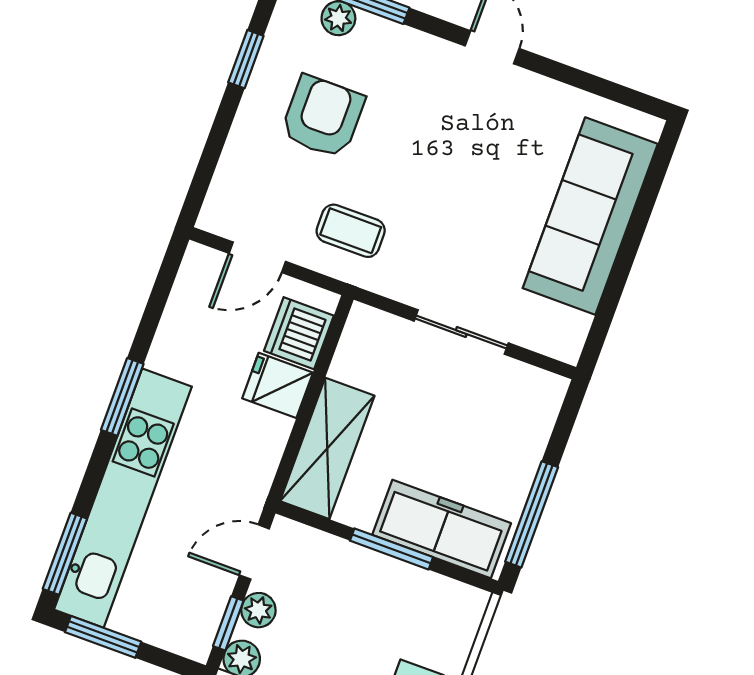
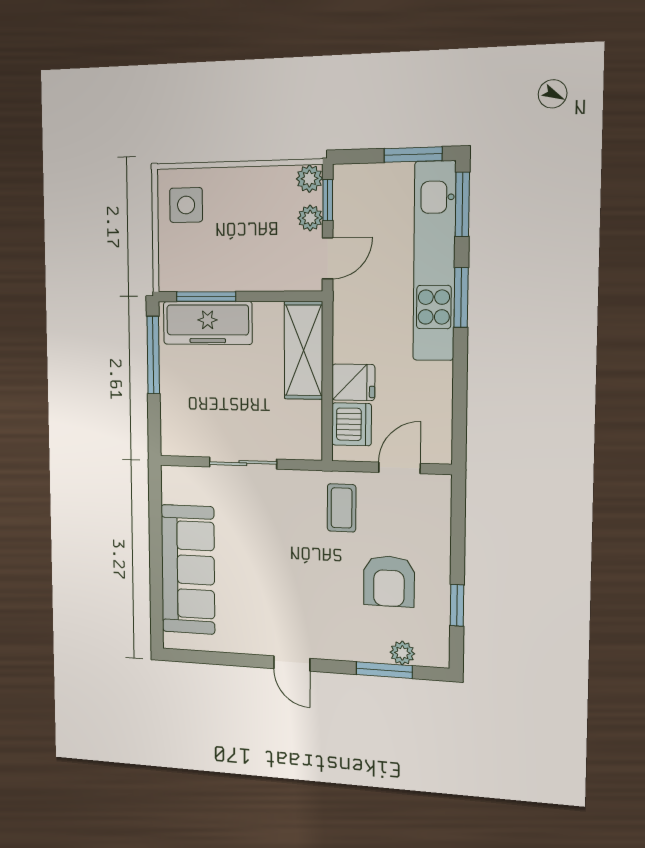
coffee table: (351, 231) -> (342, 508), turned 90
window: (122, 397) -> (461, 297), moved
window: (391, 549) -> (206, 297), moved

